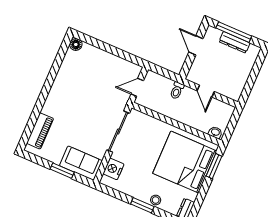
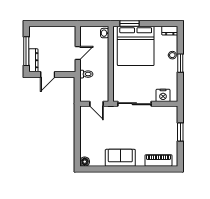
dresser: (235, 42) -> (33, 60), moved
sofa: (81, 163) -> (120, 158), moved, turned 90

